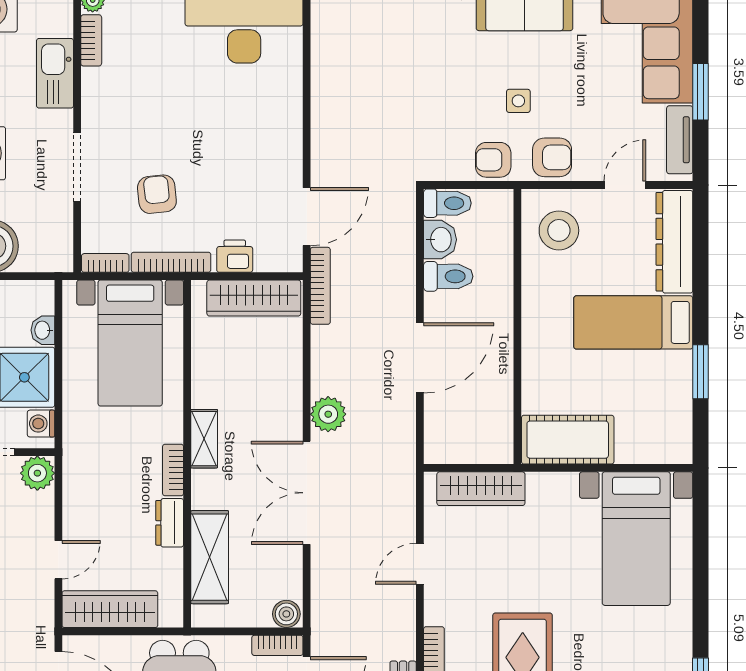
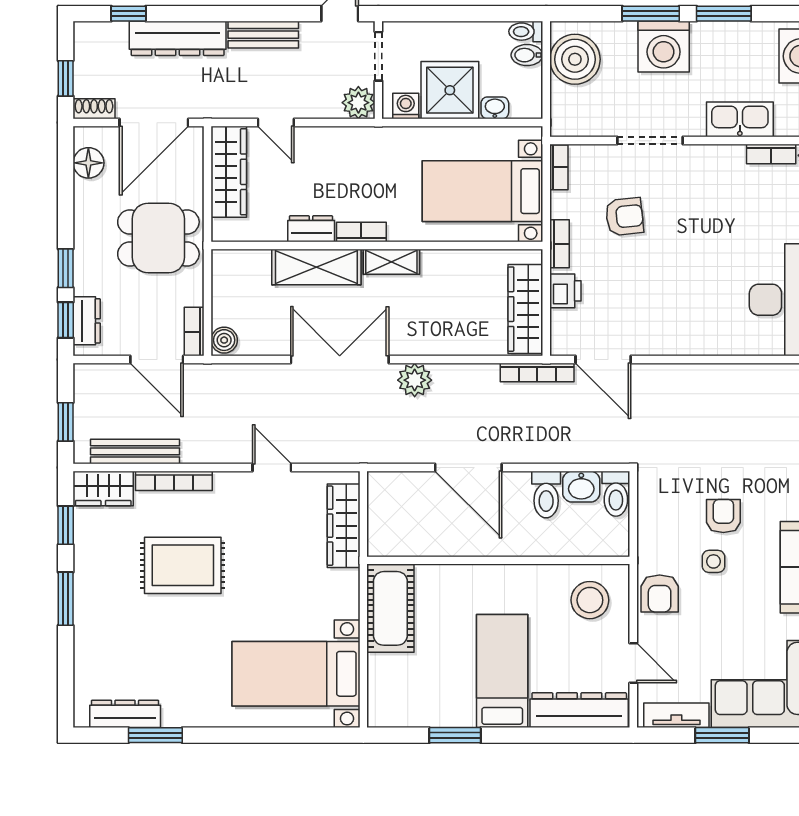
armchair: (493, 160) -> (723, 516), moved
bookcase: (171, 262) -> (560, 244), width x0.64
shelving: (210, 557) -> (316, 267), moved

